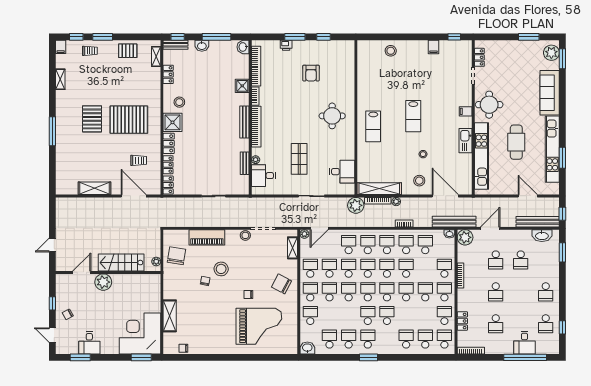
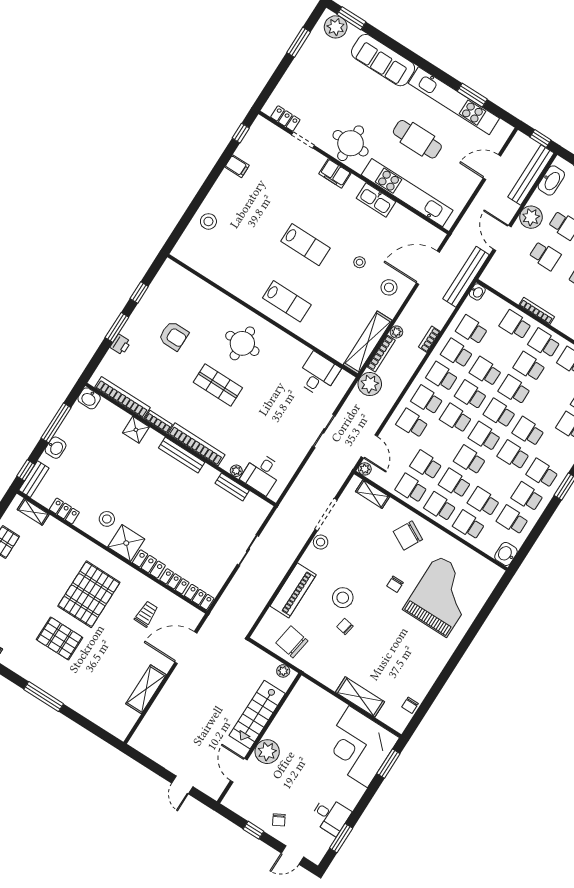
filing cabinet: (466, 111) -> (335, 173), width x2.00
shop shelf: (299, 159) -> (218, 385), moved
plant: (465, 237) -> (531, 217), moved
school desk: (349, 268) -> (484, 502), moved

